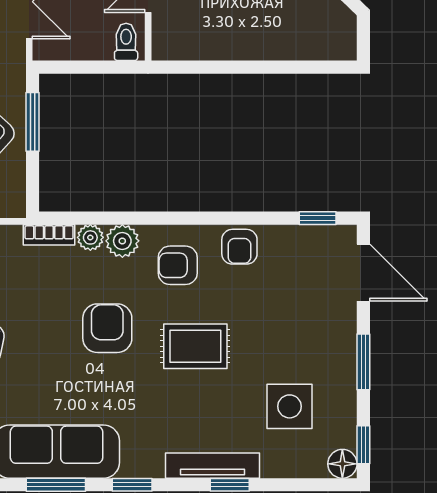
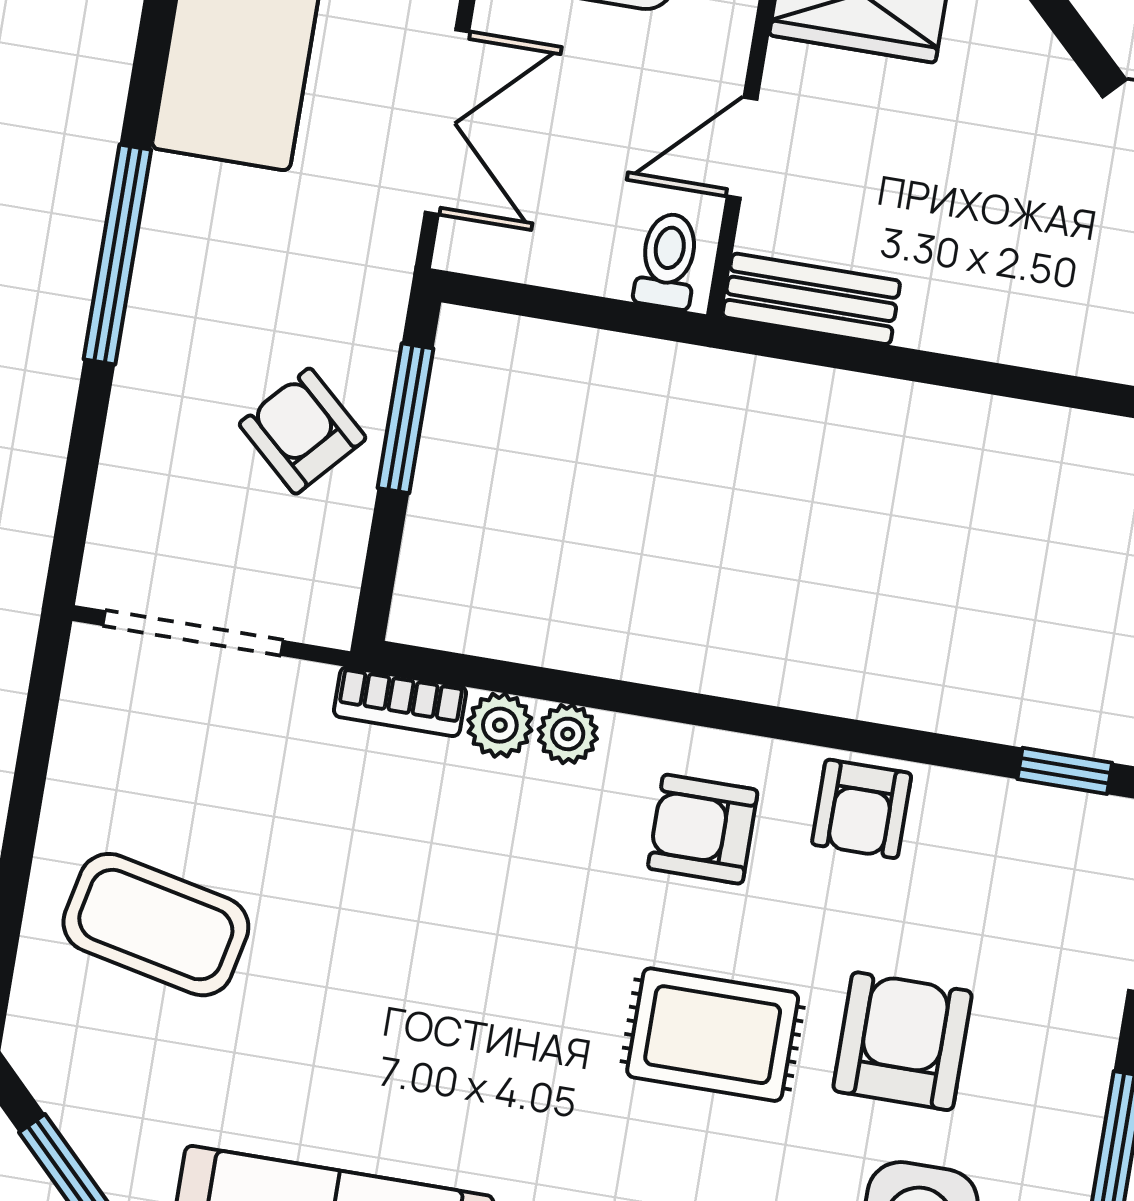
bench: (186, 48) -> (811, 299), added
plant: (122, 241) -> (568, 734), width x0.73, depth x0.73
armchair: (107, 328) -> (903, 1041), moved

